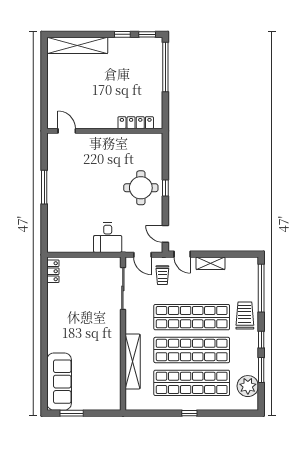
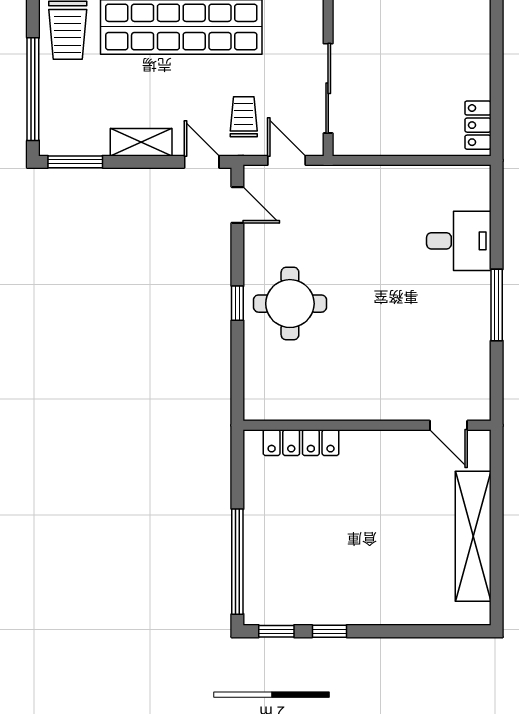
shelving: (77, 45) -> (473, 536), moved, turned 90
desk: (108, 238) -> (459, 241), moved, turned 90
window: (241, 254) -> (75, 162), added

